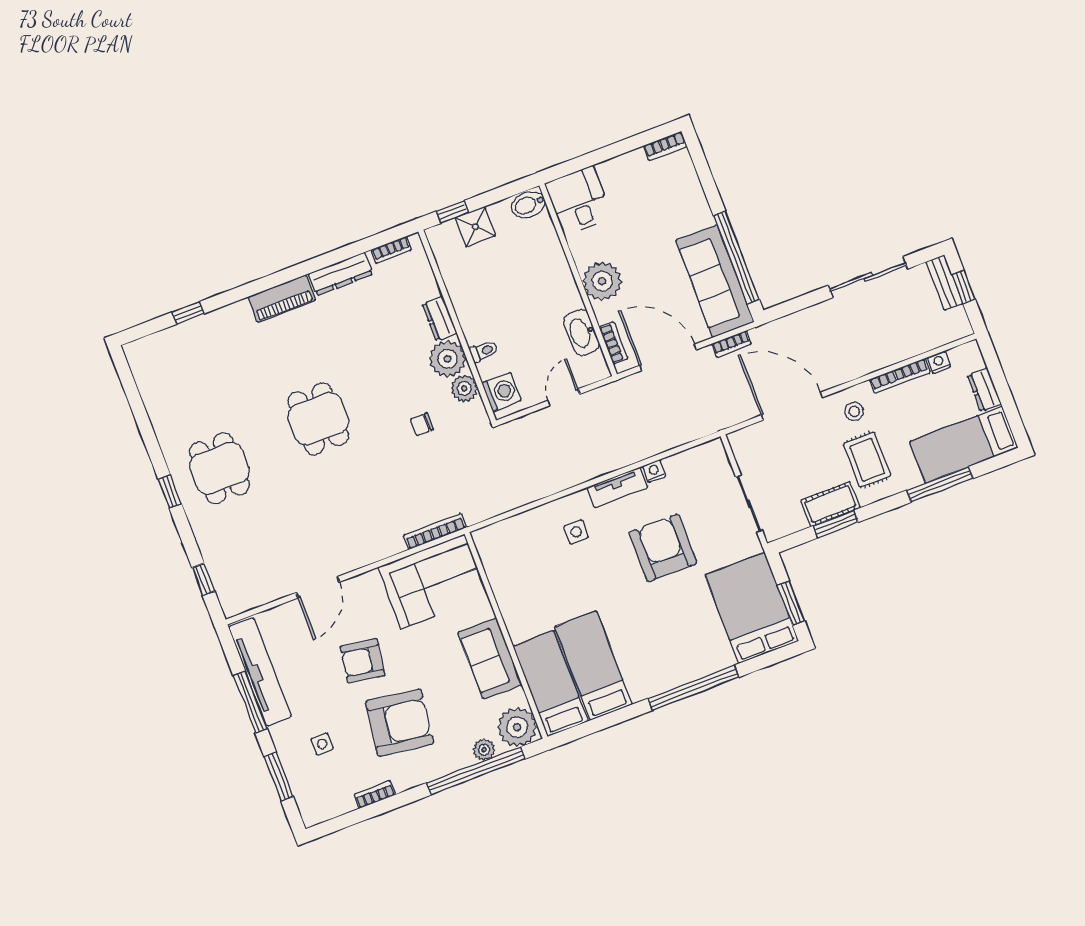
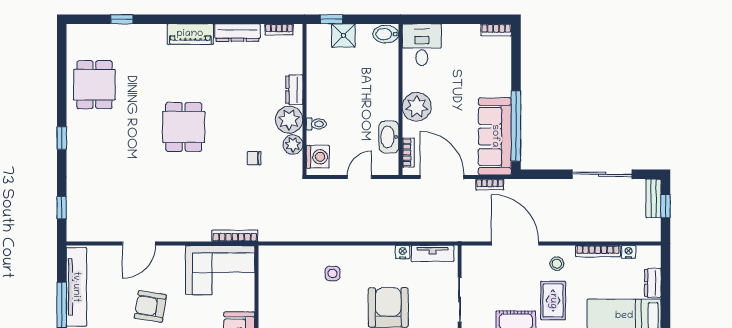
dining table: (219, 468) -> (94, 85), moved
tv unit: (617, 487) -> (433, 254), moved

